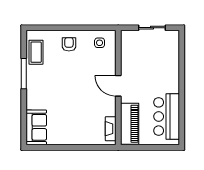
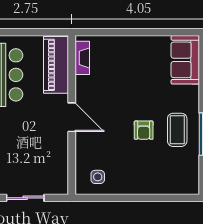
armchair: (69, 44) -> (144, 130), moved
coffee table: (36, 52) -> (177, 130), moved

